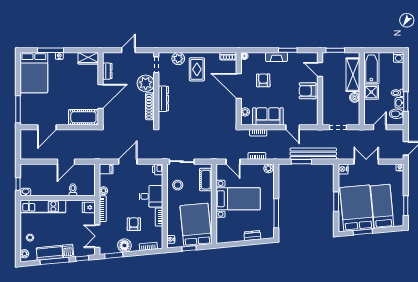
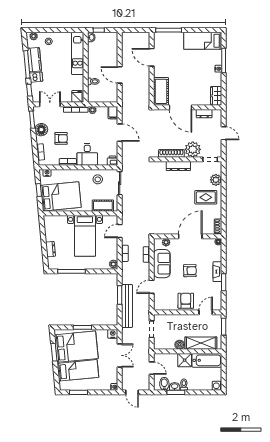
bed: (34, 73) -> (203, 41), width x0.67
armchair: (263, 80) -> (190, 271), moved

